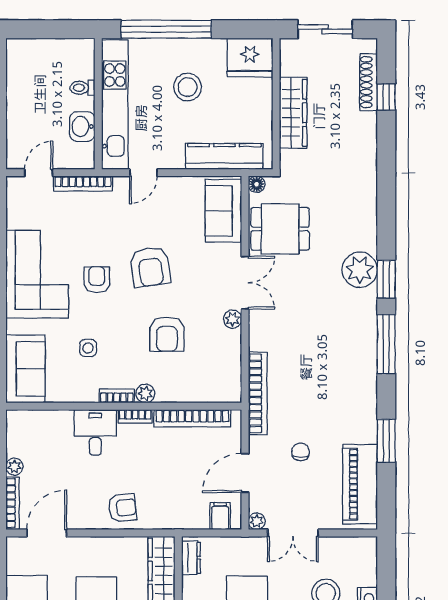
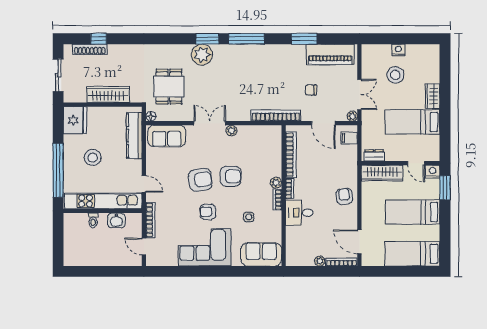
dining table: (280, 229) -> (169, 87), moved
armchair: (167, 334) -> (231, 176), moved

